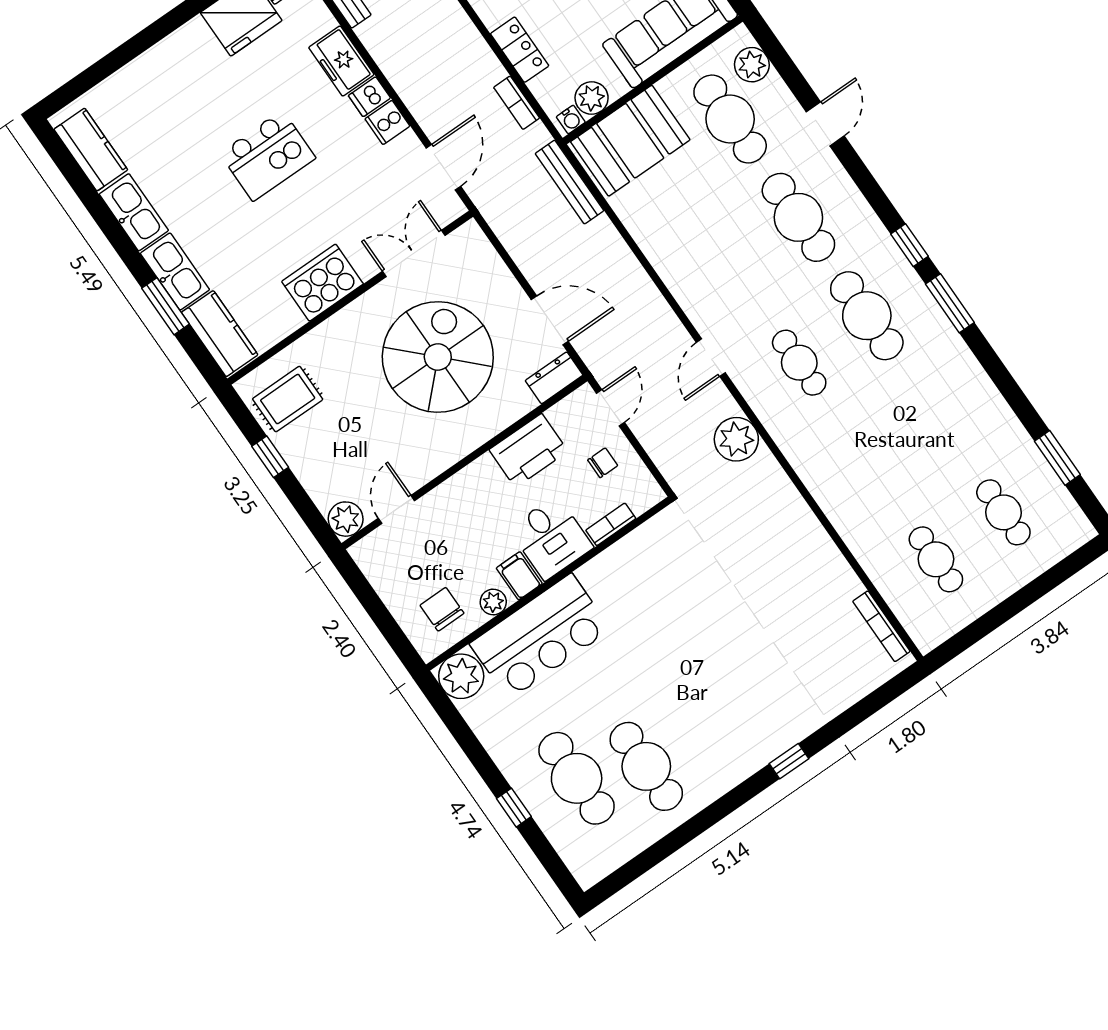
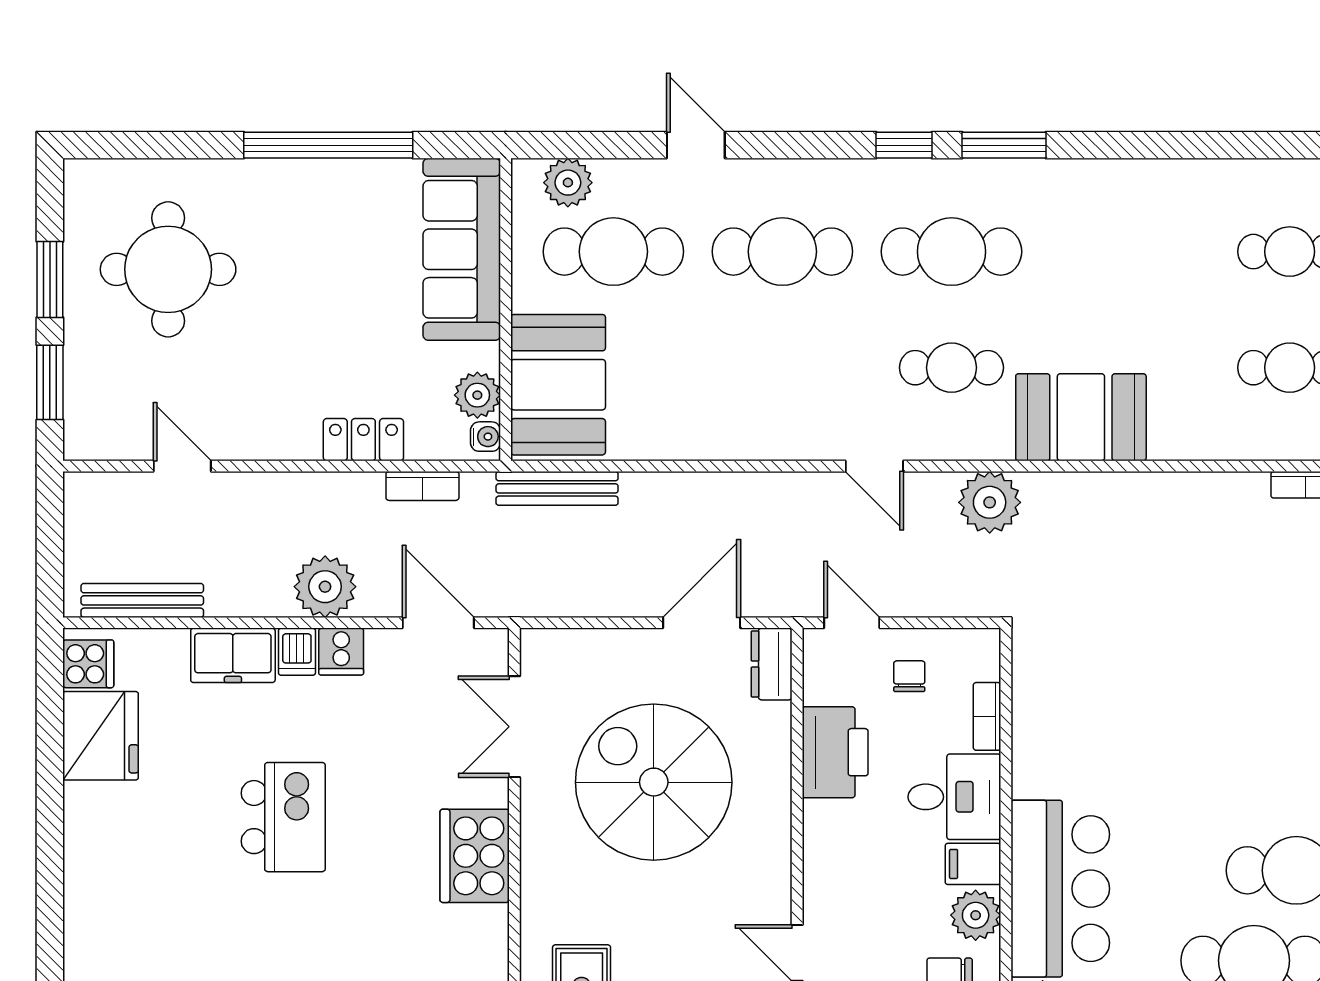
plant: (419, 87) -> (325, 587), added
booth: (823, 458) -> (1081, 417), added
window: (1057, 458) -> (1270, 145), removed
plant: (493, 602) -> (976, 915), width x1.38, depth x1.38

